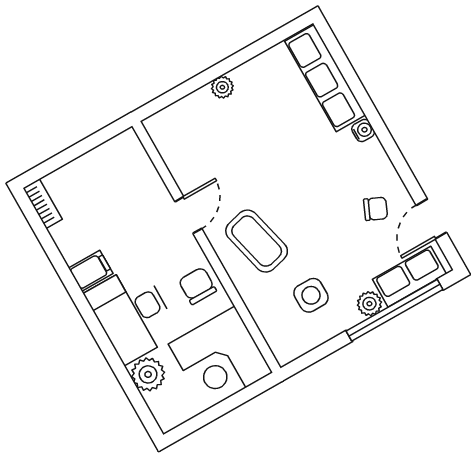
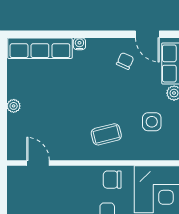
door: (188, 215) -> (38, 163), moved
coffee table: (257, 241) -> (106, 134), width x0.73, depth x0.77

